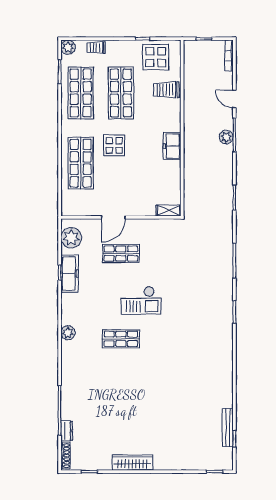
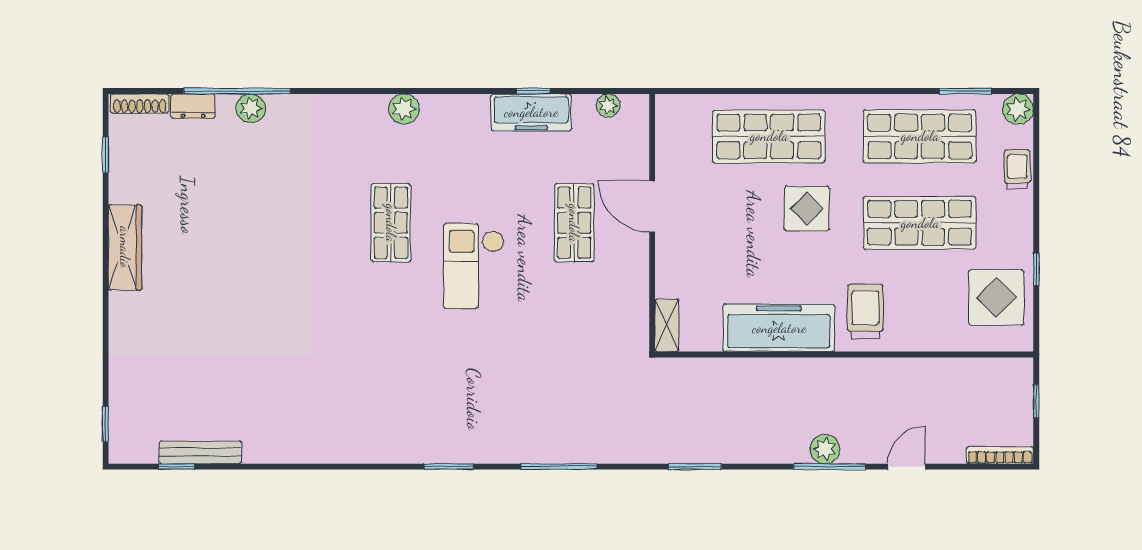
trolley: (166, 90) -> (865, 312), moved
freezer: (172, 146) -> (779, 328), width x1.91, depth x1.26
plant: (71, 238) -> (608, 106), width x0.53, depth x0.53
plant: (68, 404) -> (251, 108), added

